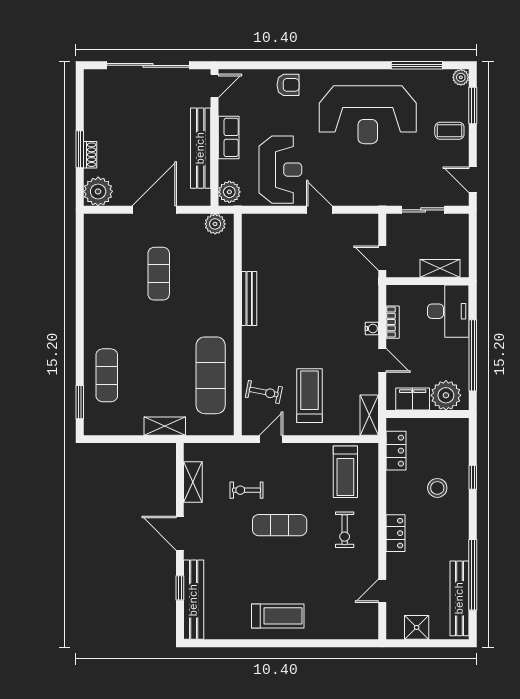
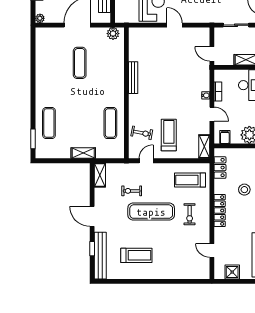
plant: (98, 191) -> (40, 18), width x0.53, depth x0.53
plant: (229, 192) -> (121, 15), removed
exercise mat: (211, 375) -> (110, 123), width x0.73, depth x0.69
filing cabinet: (413, 399) -> (225, 137), width x0.50
treadmill: (345, 472) -> (190, 180), turned 90
shelving: (193, 482) -> (100, 175), moved
exercise mat: (280, 525) -> (151, 212), width x1.36, depth x1.45
locker: (395, 533) -> (220, 211), width x1.53
door: (382, 591) -> (212, 250), hinge flipped
treadmill: (278, 616) -> (136, 255), moved

